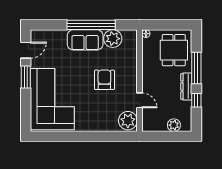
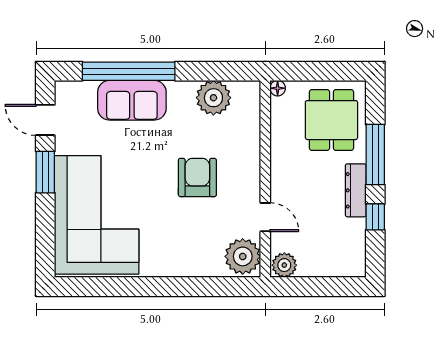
window: (91, 25) -> (129, 71), moved
sofa: (85, 40) -> (132, 100), moved
door: (26, 50) -> (45, 120), swing flipped
plant: (174, 125) -> (284, 265), moved

